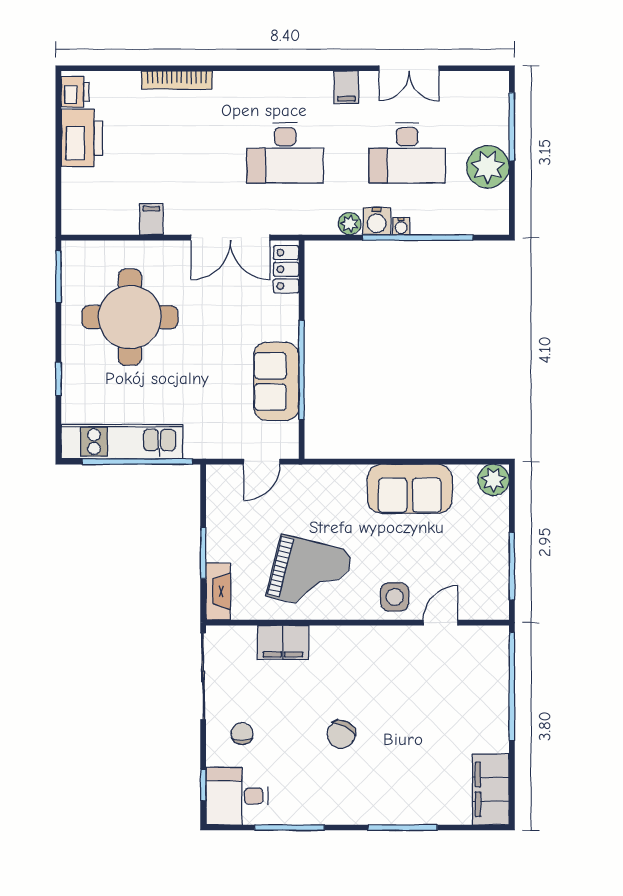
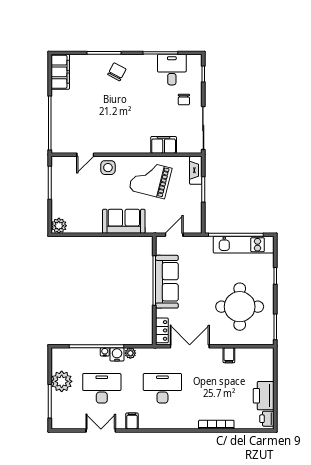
sofa: (276, 381) -> (167, 282), width x1.36
sofa: (410, 489) -> (124, 221), moved
chair: (341, 734) -> (117, 72), moved
desk: (237, 796) -> (172, 70), moved, turned -90

